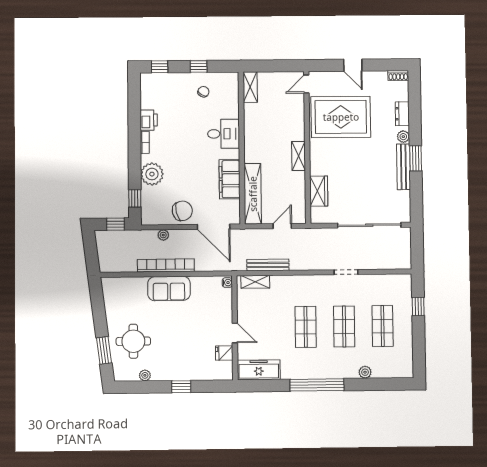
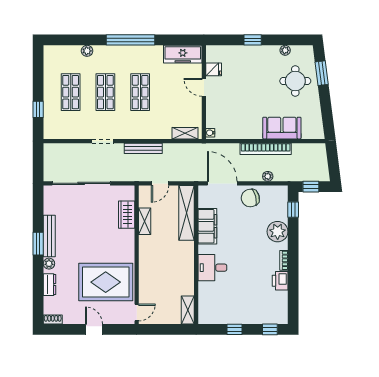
chair: (203, 92) -> (230, 306), removed
shelving: (299, 156) -> (145, 221), moved
bench: (268, 265) -> (143, 148), moved
sofa: (169, 288) -> (282, 128), moved

